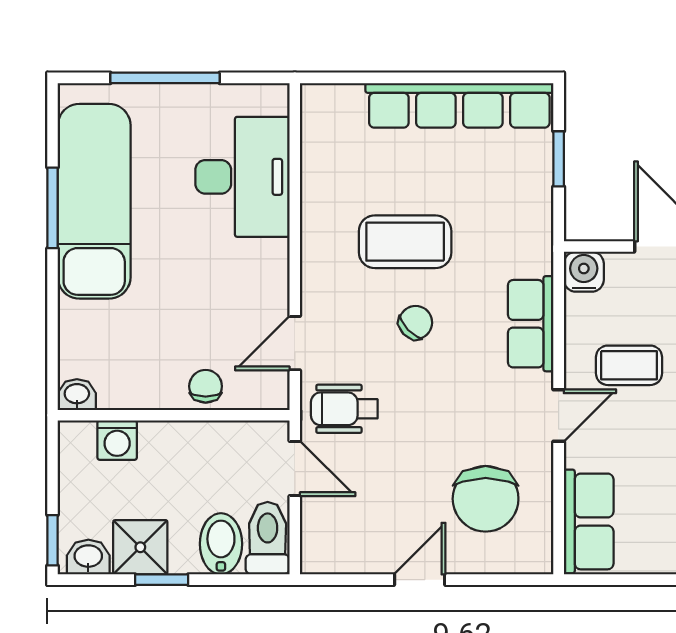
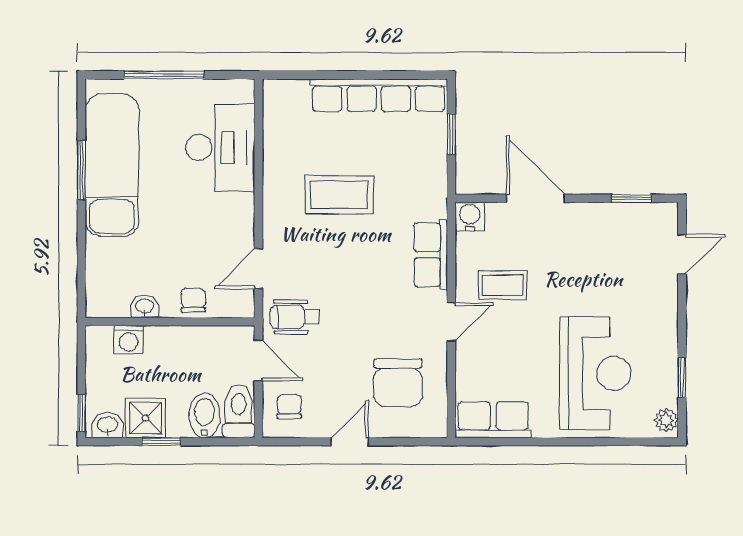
chair: (416, 322) -> (289, 406), moved, turned -46
washbasin: (77, 395) -> (145, 306), moved
row of seats: (589, 521) -> (493, 420), moved, turned -90

